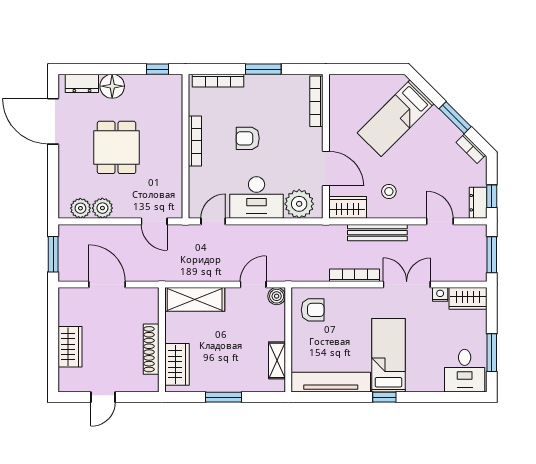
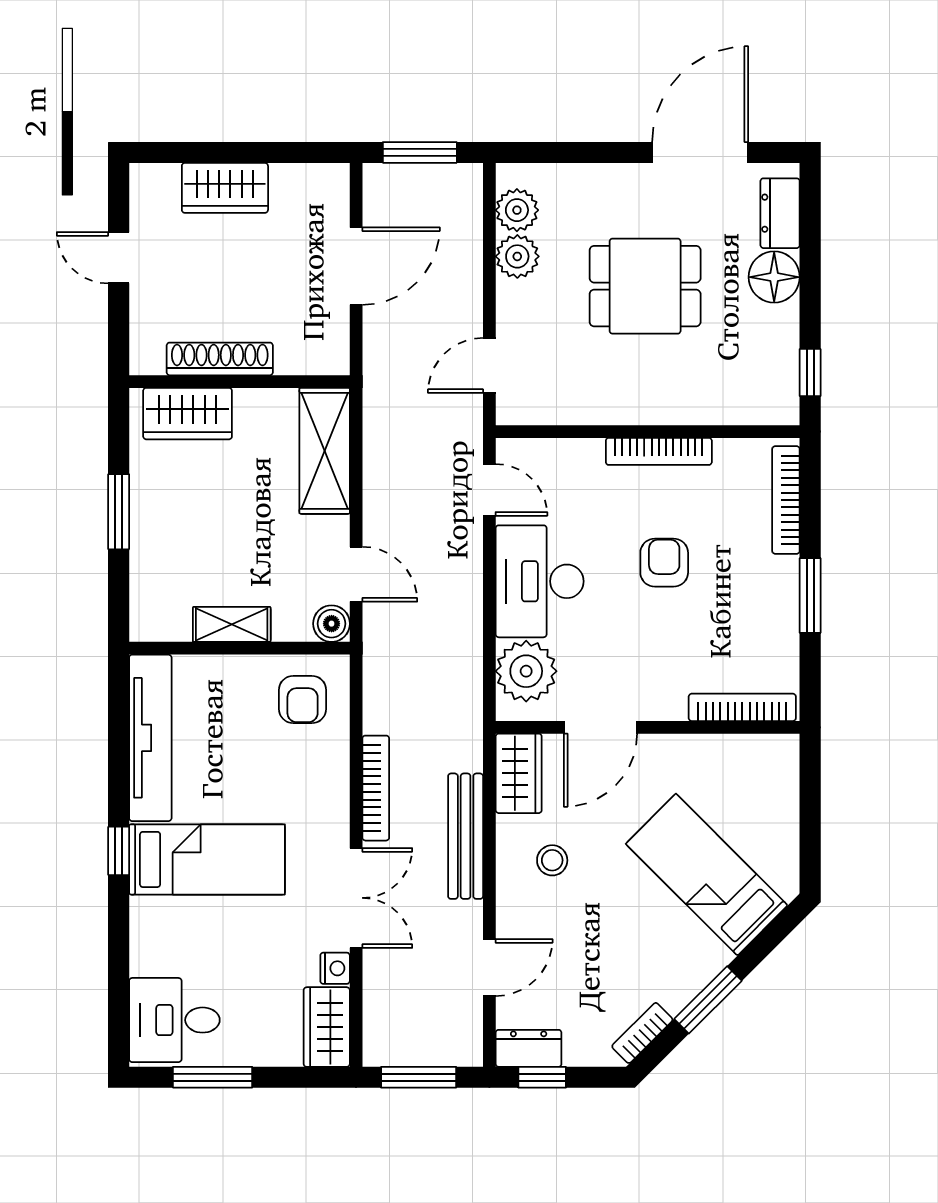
shelving: (277, 360) -> (232, 624), moved

